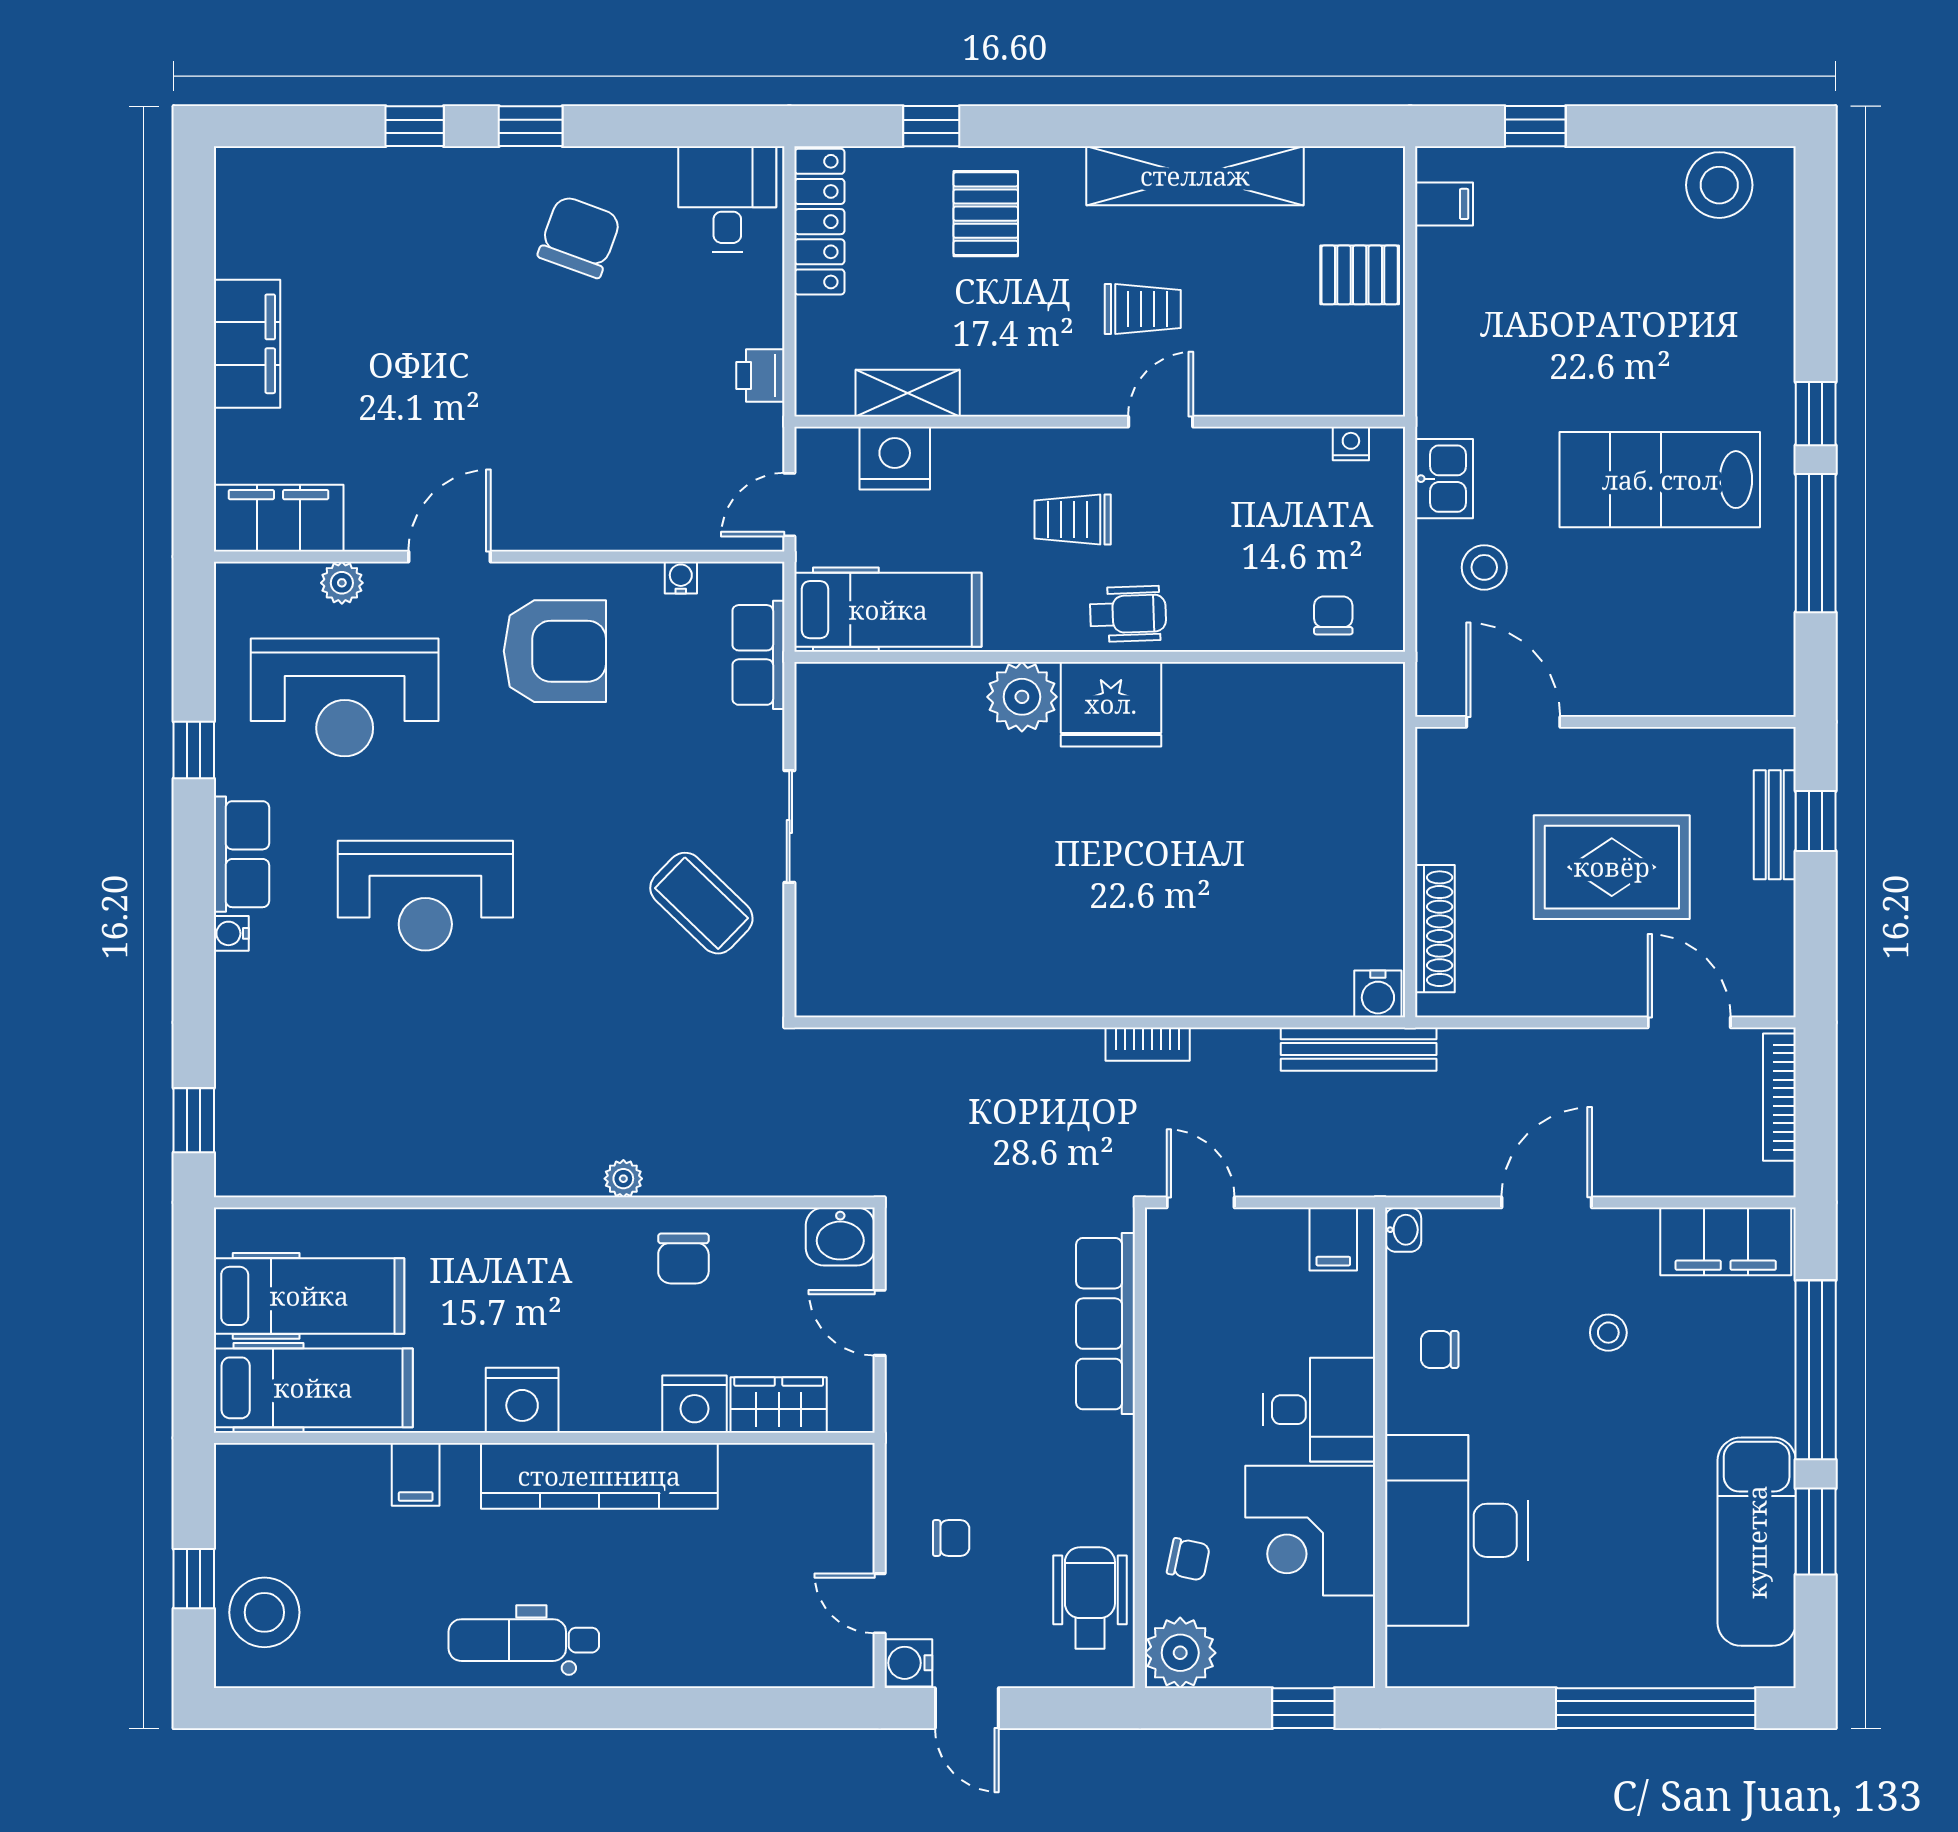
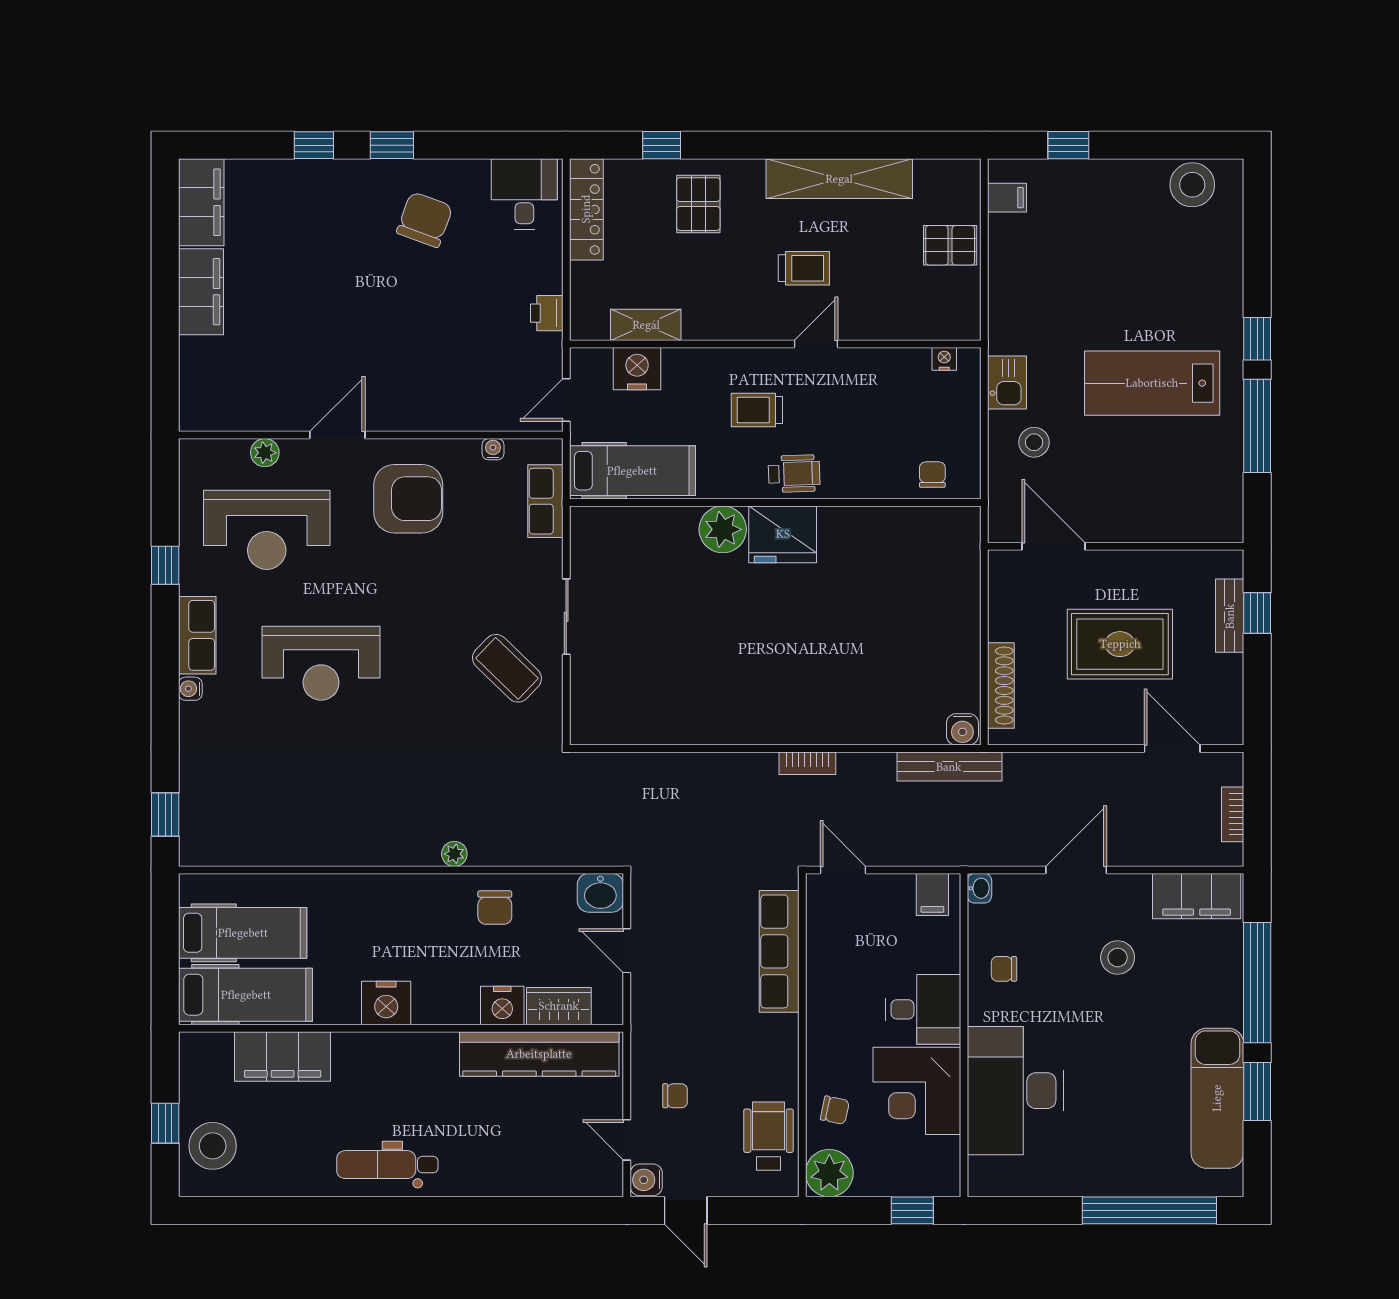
filing cabinet: (279, 518) -> (201, 202), moved, turned 90
bookcase: (1779, 1097) -> (1233, 814), width x0.64
stool: (1608, 1333) -> (1118, 957), width x1.37, depth x1.37
filing cabinet: (416, 1474) -> (283, 1057), width x3.00, depth x1.17
kitchen counter: (599, 1476) -> (539, 1054), moved

